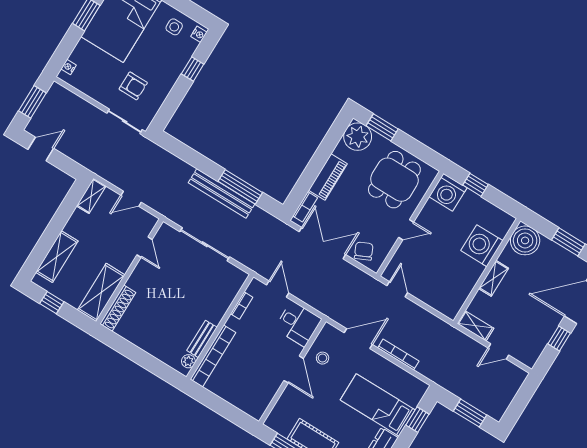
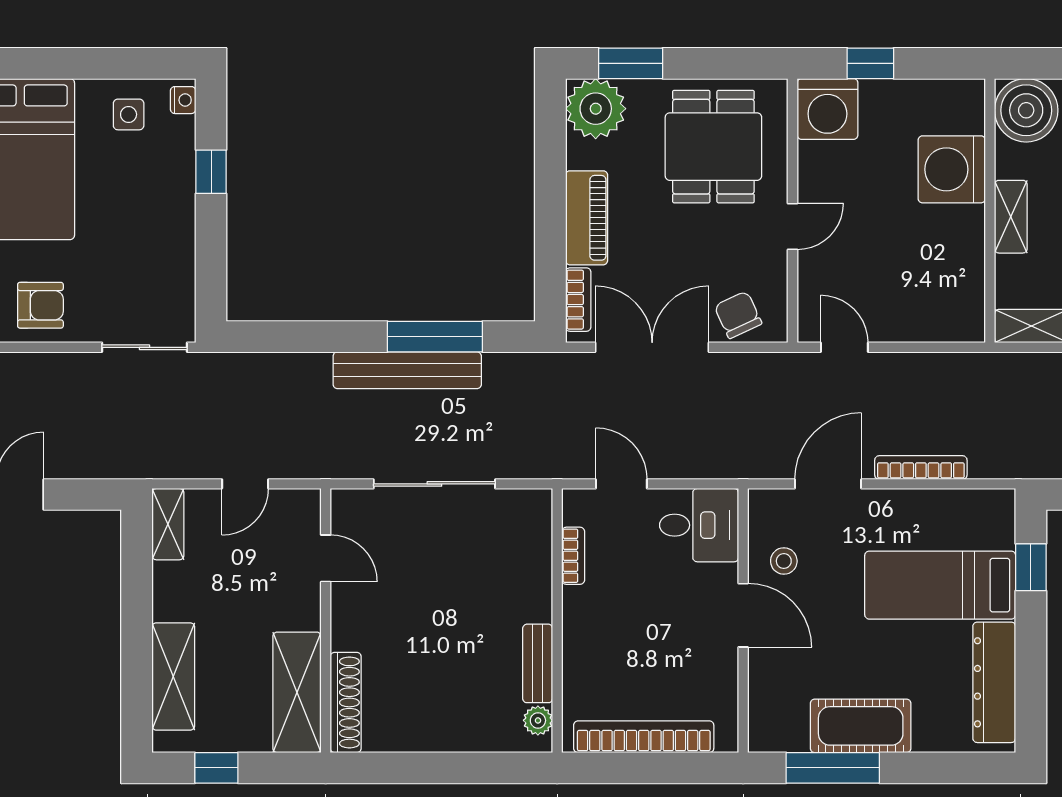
armchair: (133, 86) -> (40, 305), moved
bookcase: (213, 356) -> (644, 737), moved, turned -90

